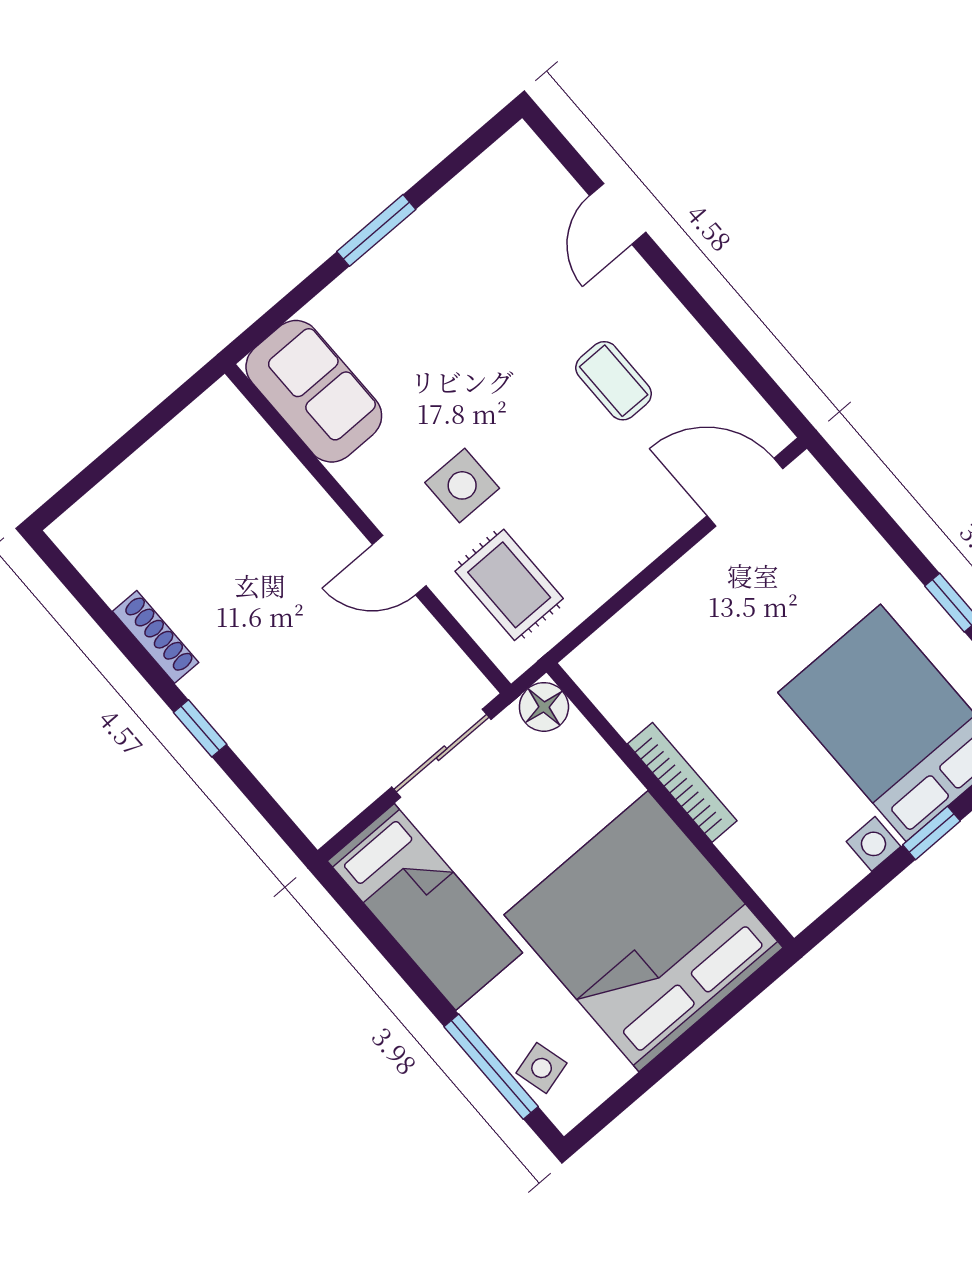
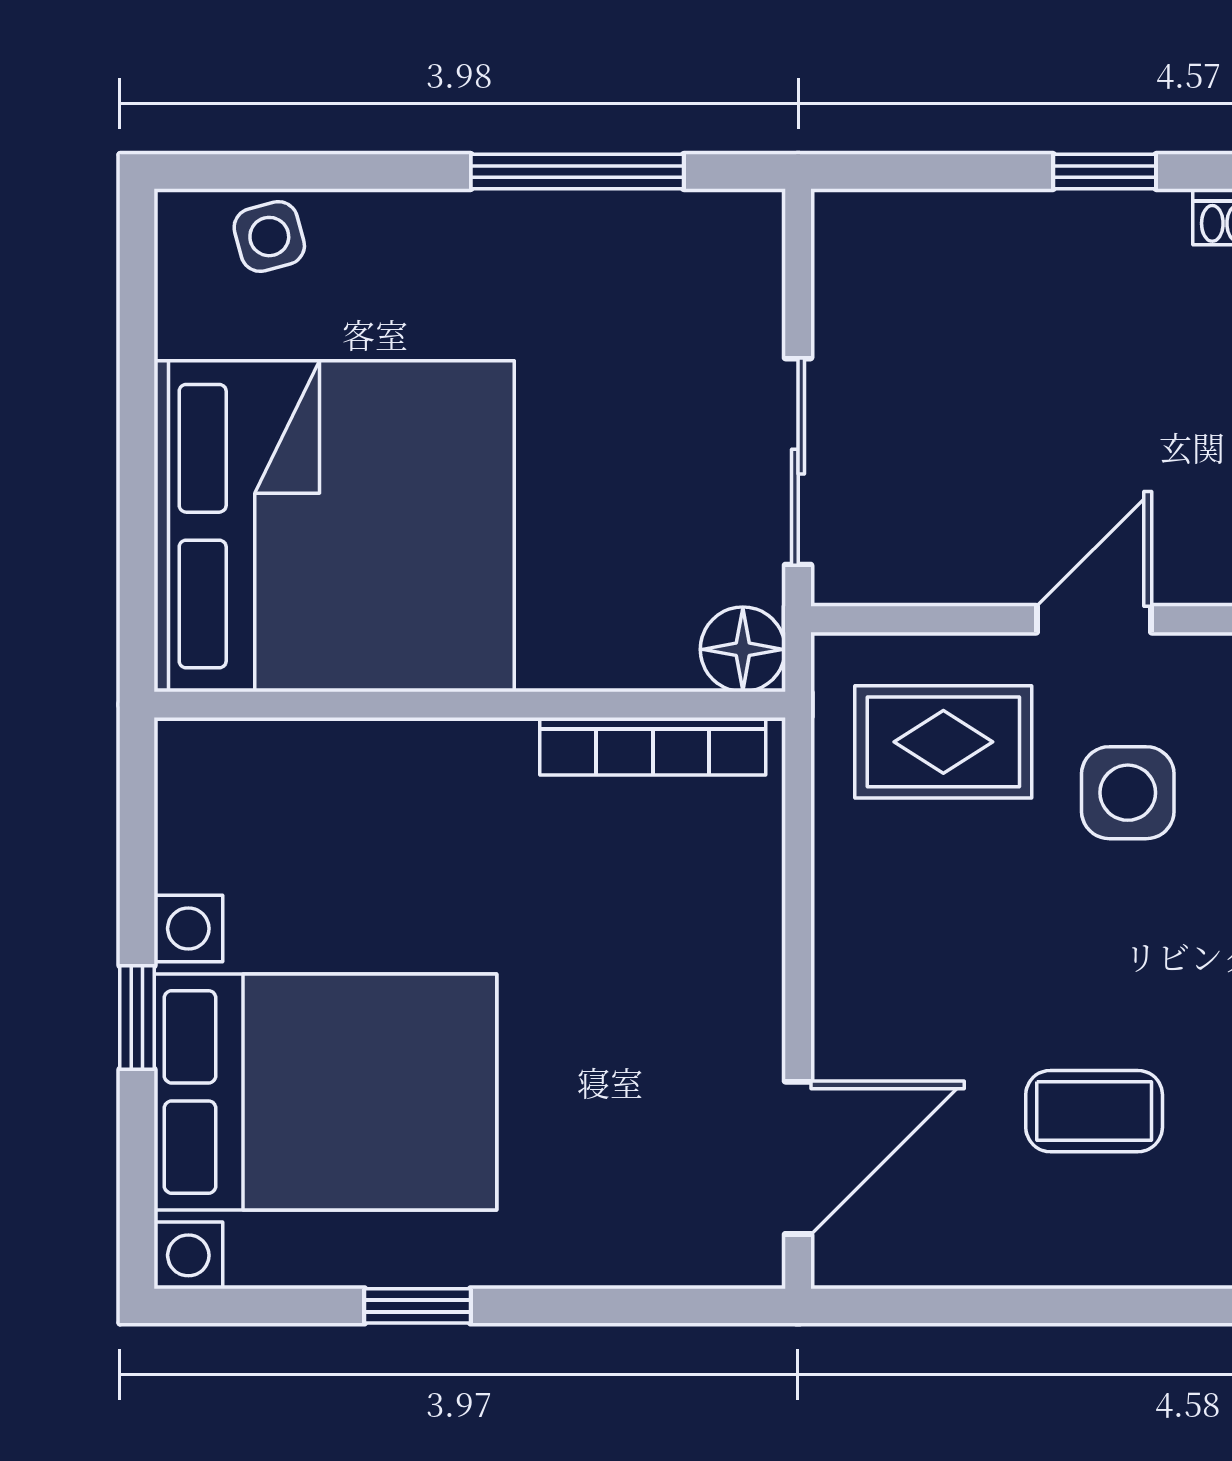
bookcase: (682, 782) -> (653, 746), moved
bed: (425, 907) -> (614, 266), removed
window: (491, 1067) -> (577, 171), moved

